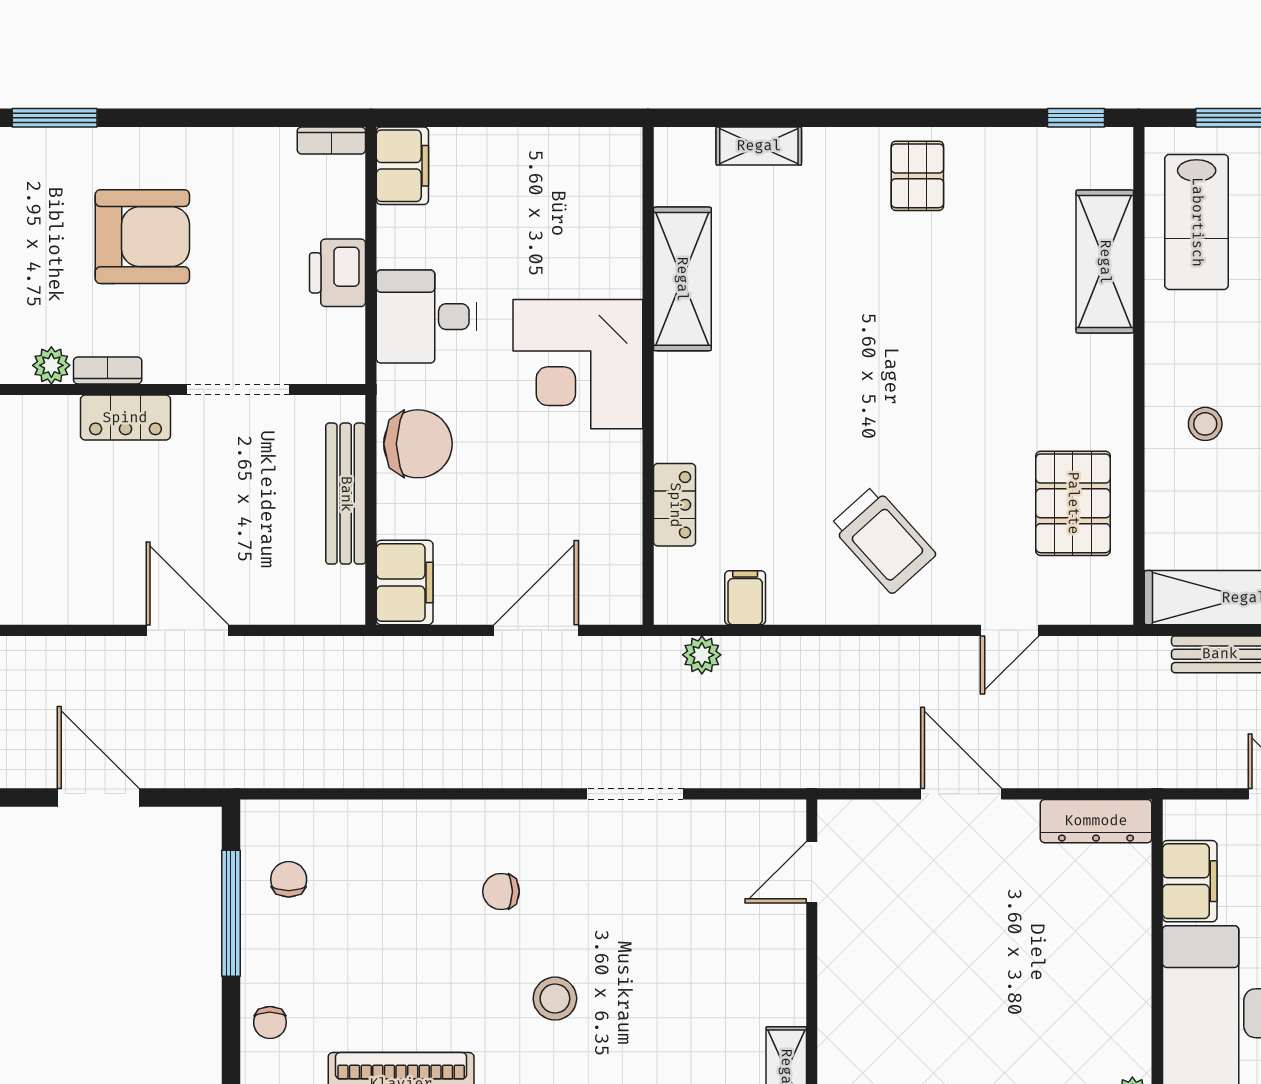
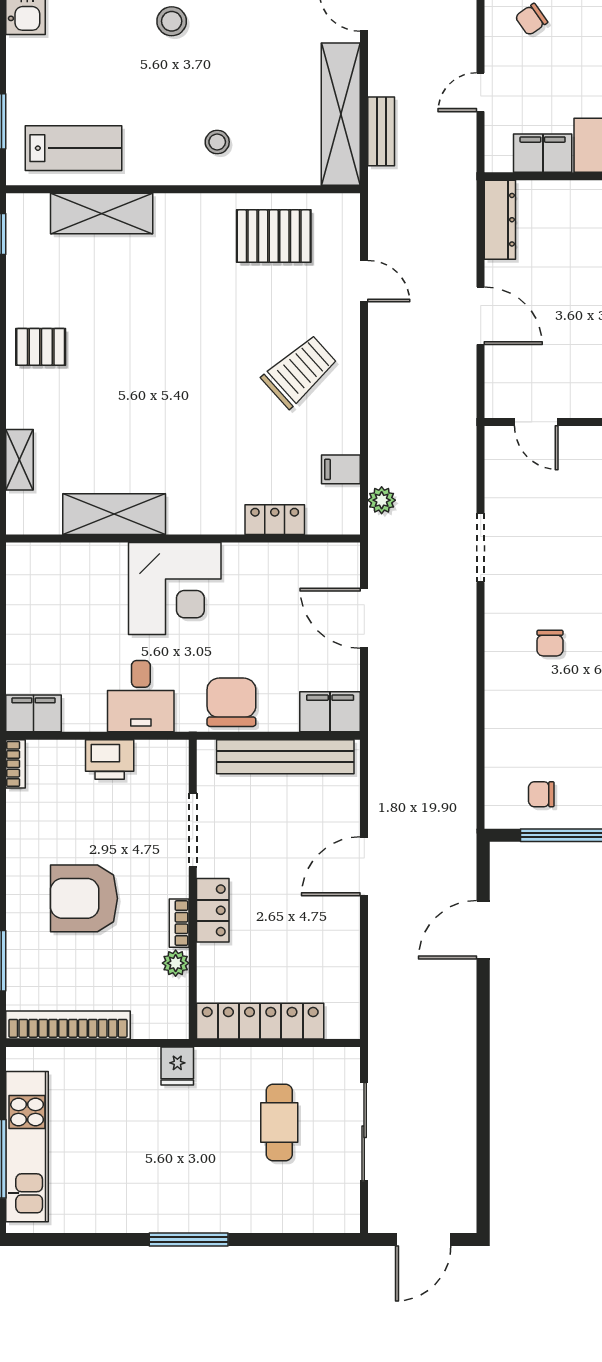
armchair: (142, 237) -> (84, 898), turned -90
bench: (346, 494) -> (285, 757), width x1.37, depth x1.21
door: (961, 794) -> (481, 316), swing flipped

